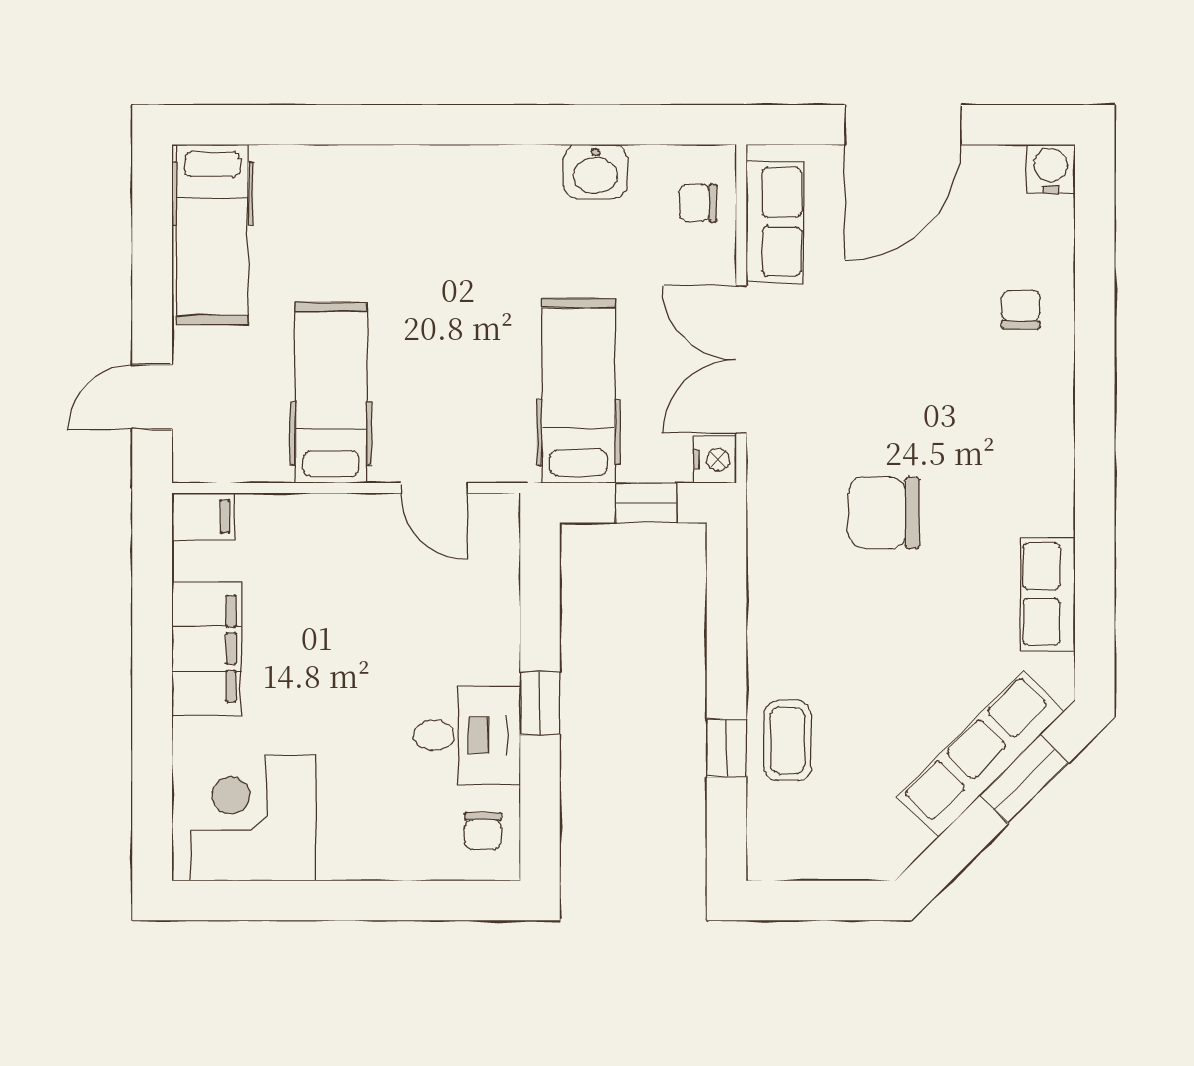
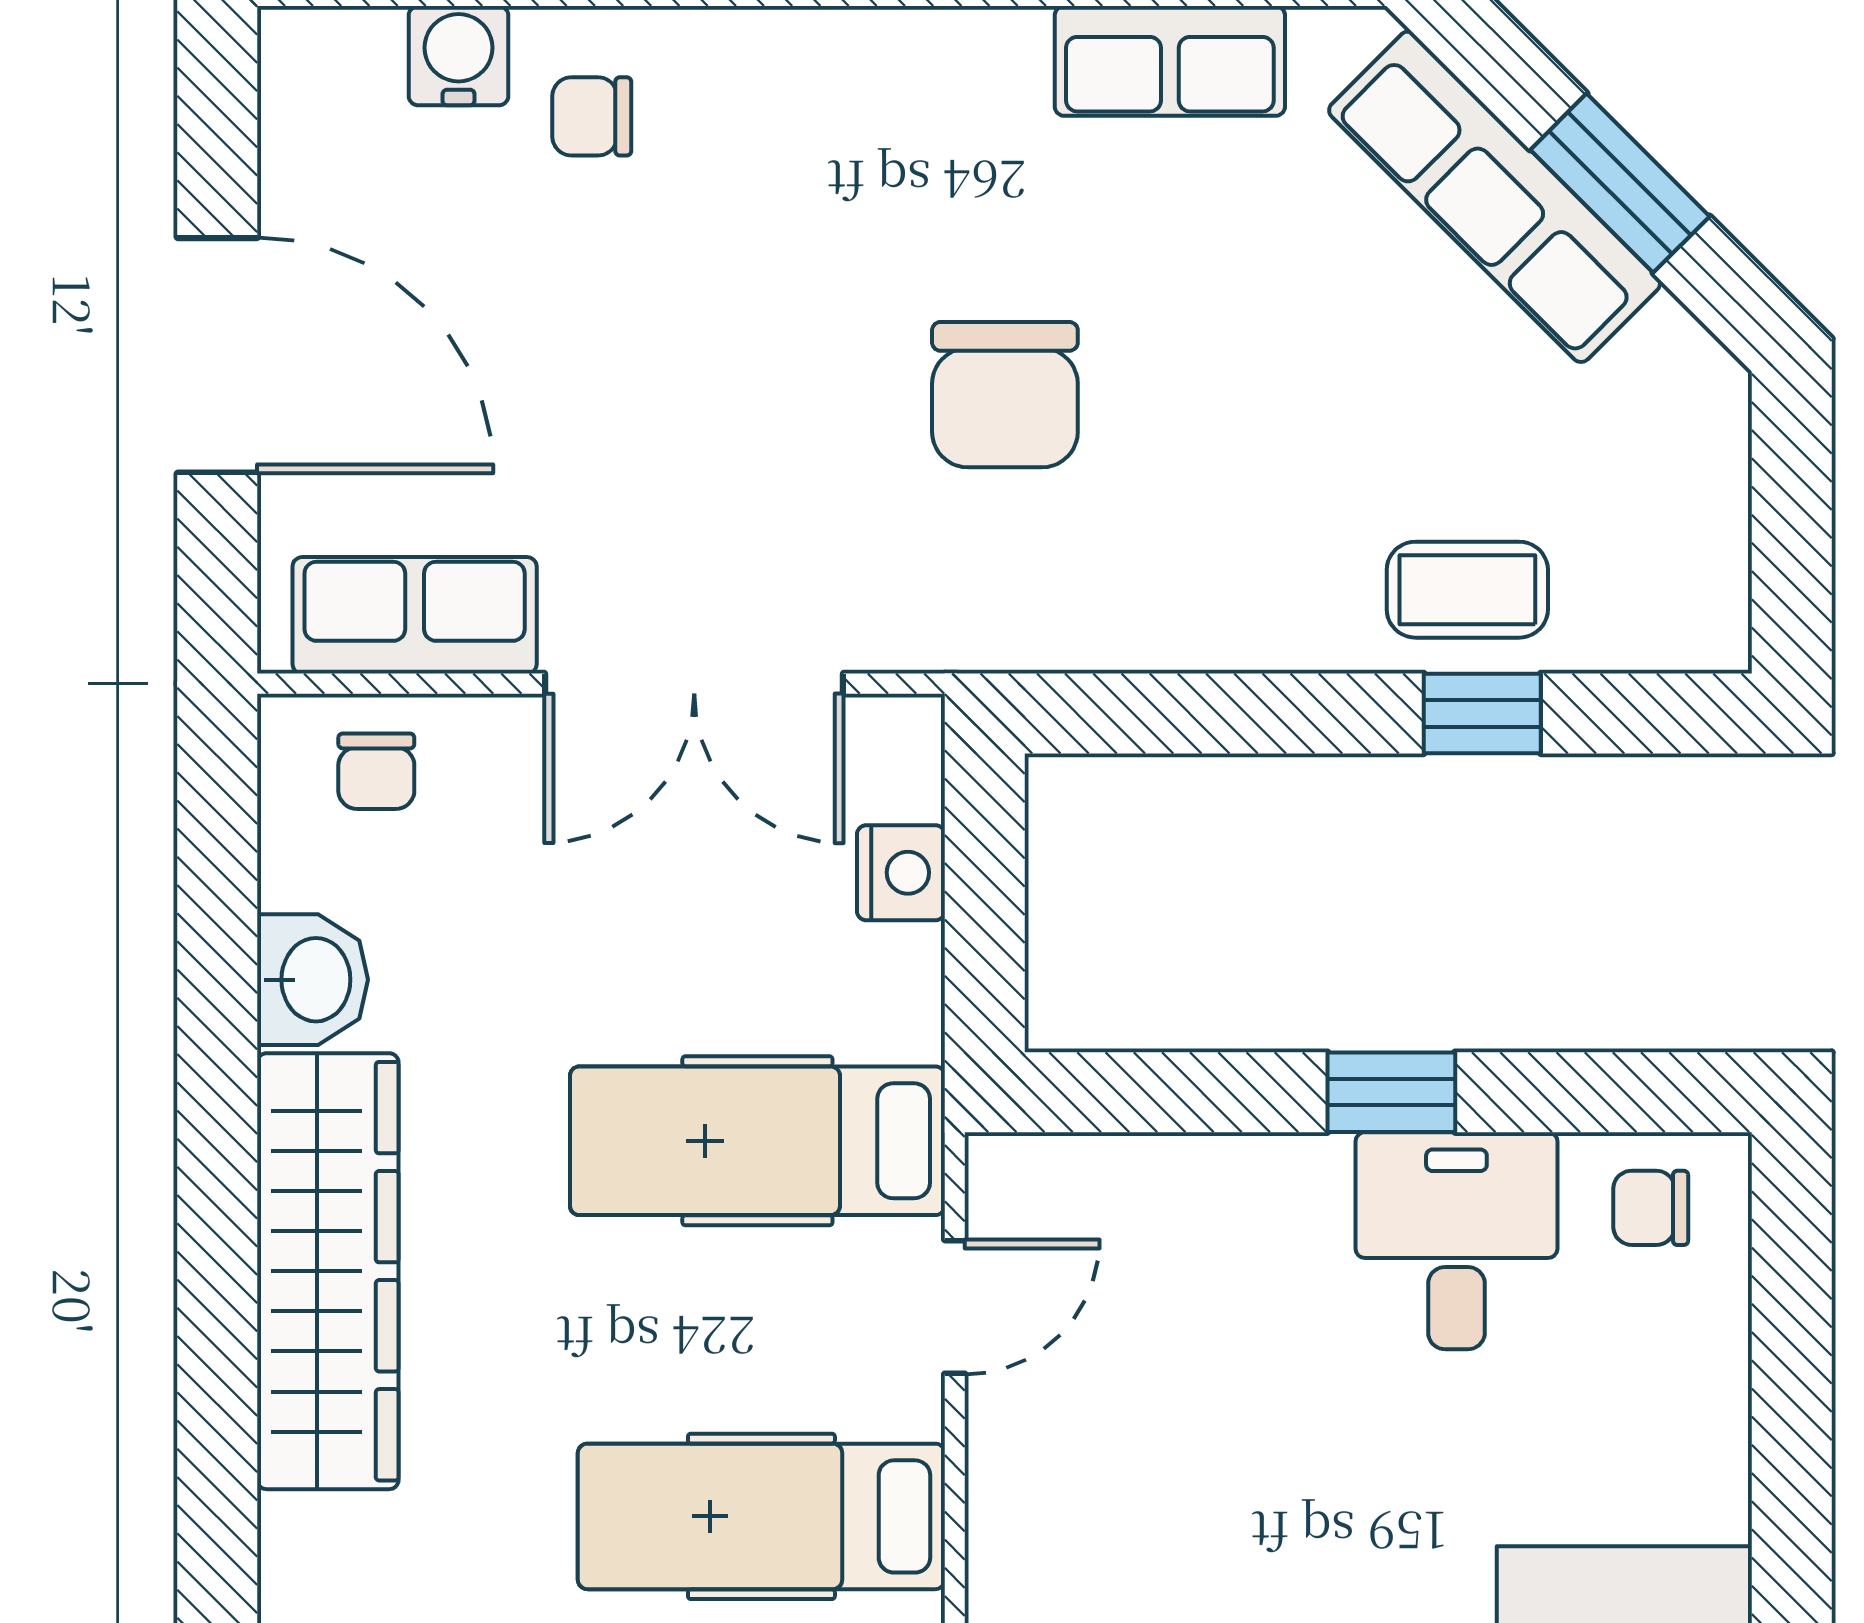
water cooler: (1051, 169) -> (459, 56), moved, turned 90
wardrobe: (452, 179) -> (328, 1271), added
hospital bed: (578, 391) -> (757, 1141), moved
nightstand: (715, 460) -> (901, 873), moved, turned 90
window: (646, 503) -> (985, 877), removed
window: (1024, 779) -> (1620, 183), moved
chair: (483, 831) -> (1651, 1208), turned 180

